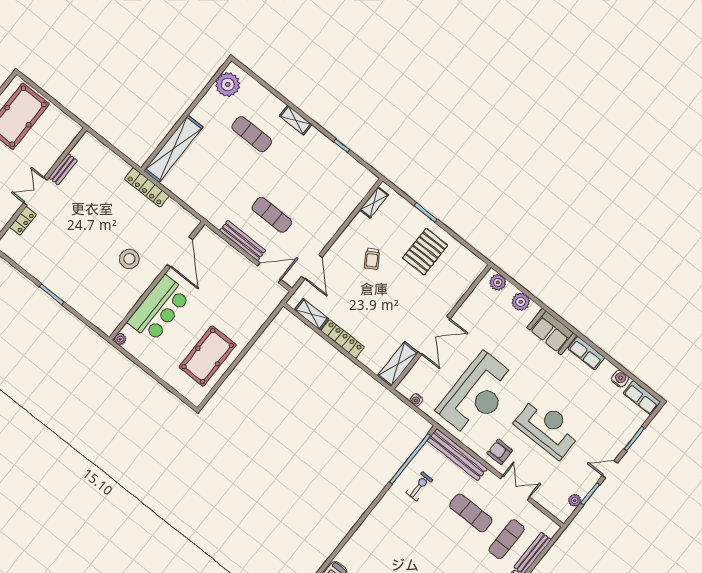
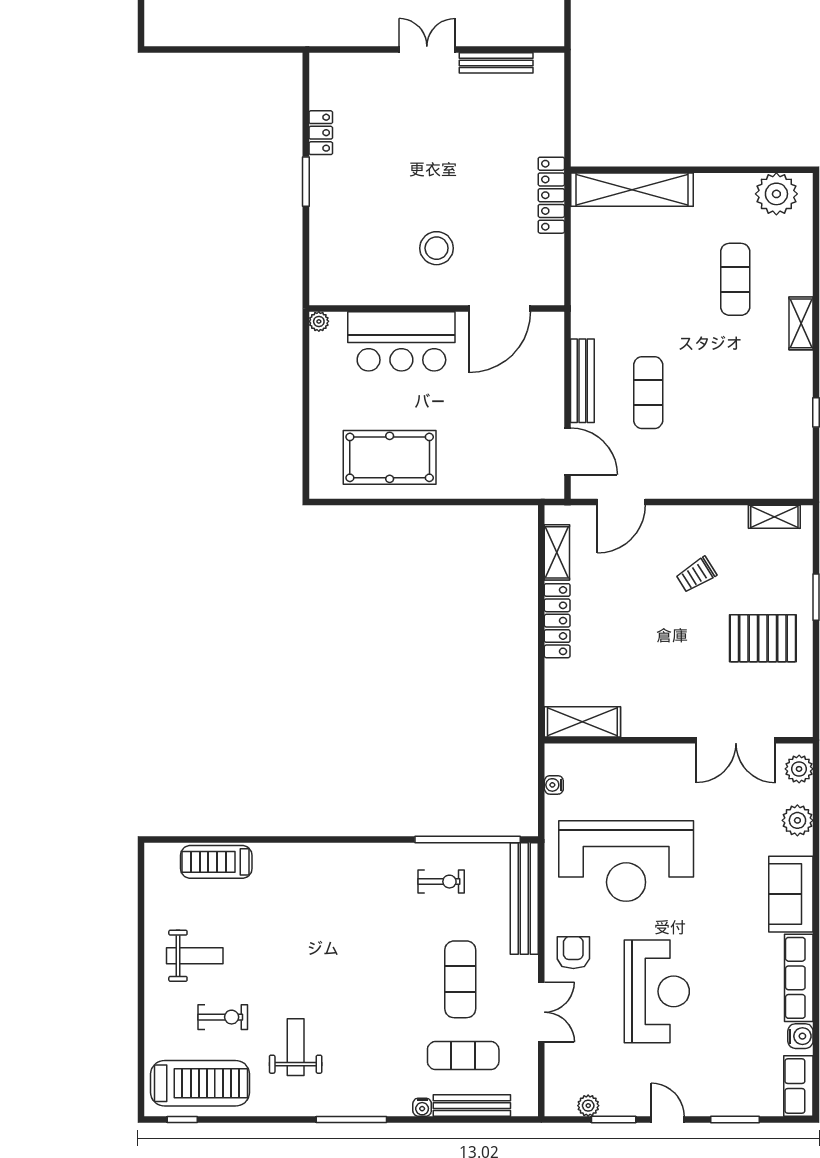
bench: (63, 169) -> (496, 63), width x1.36
locker: (23, 221) -> (321, 133), moved, turned -90
double door: (434, 335) -> (736, 740), moved
row of seats: (586, 353) -> (799, 978), width x1.48

